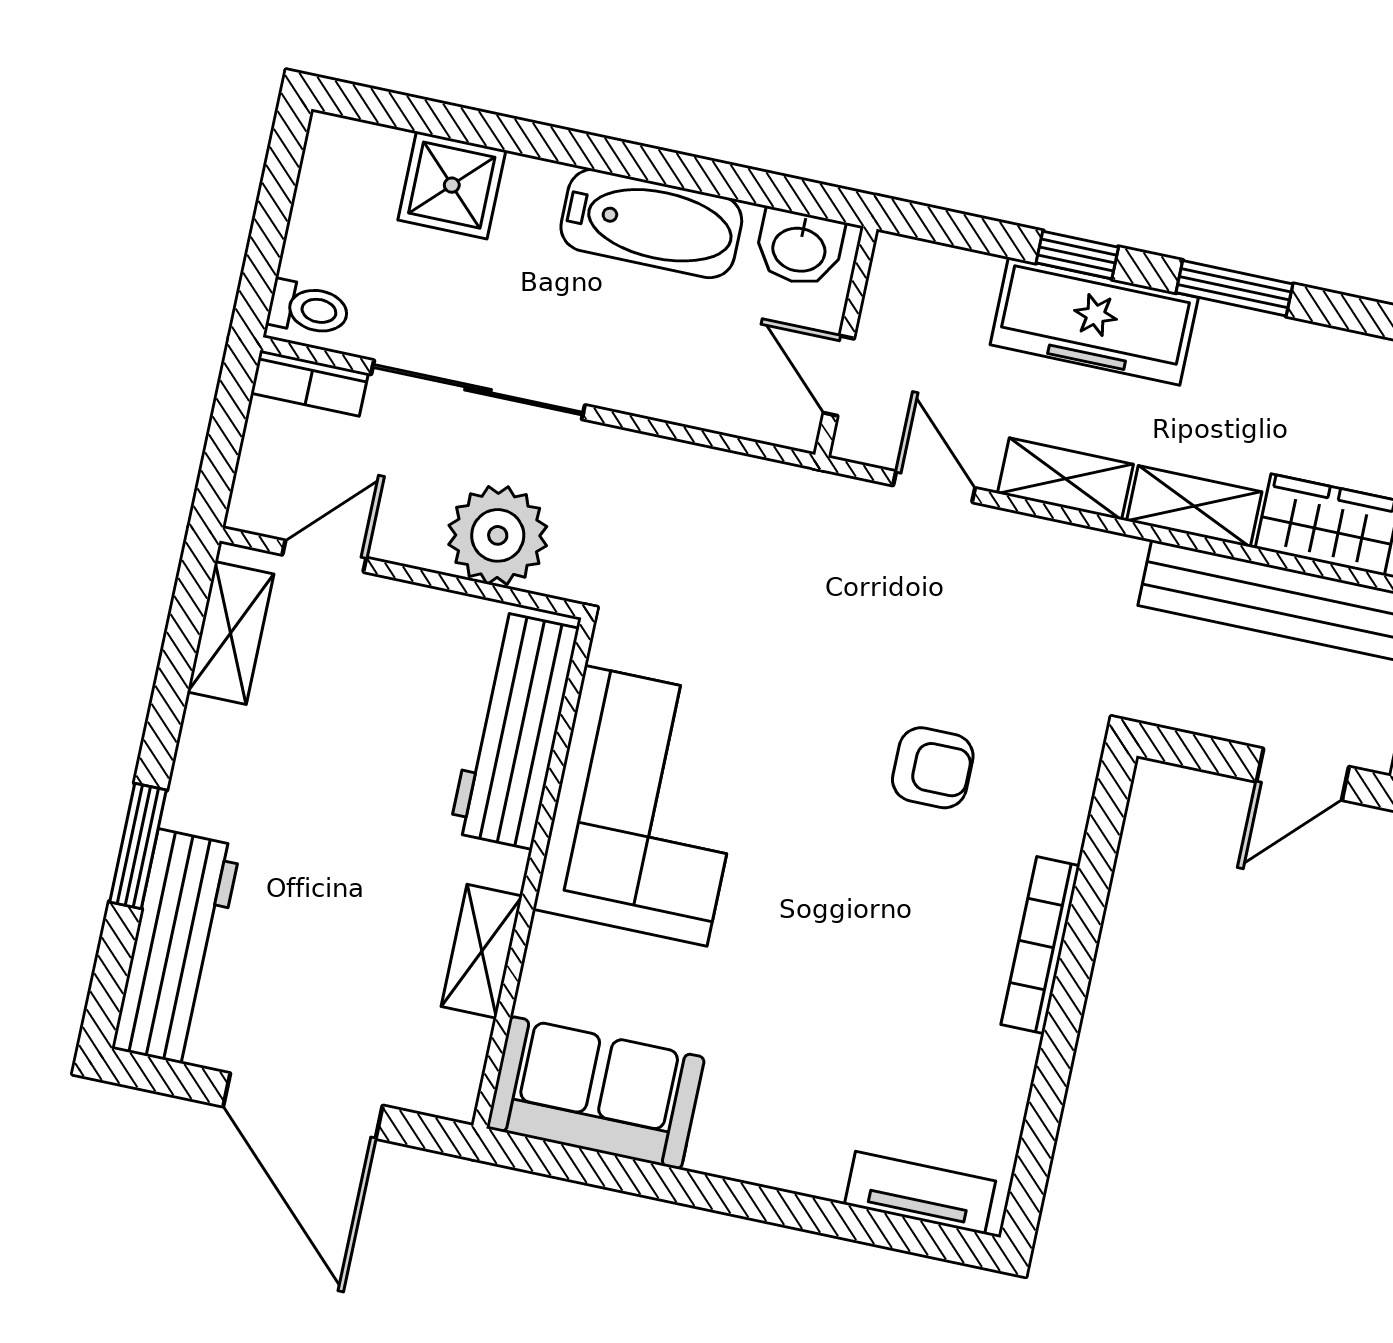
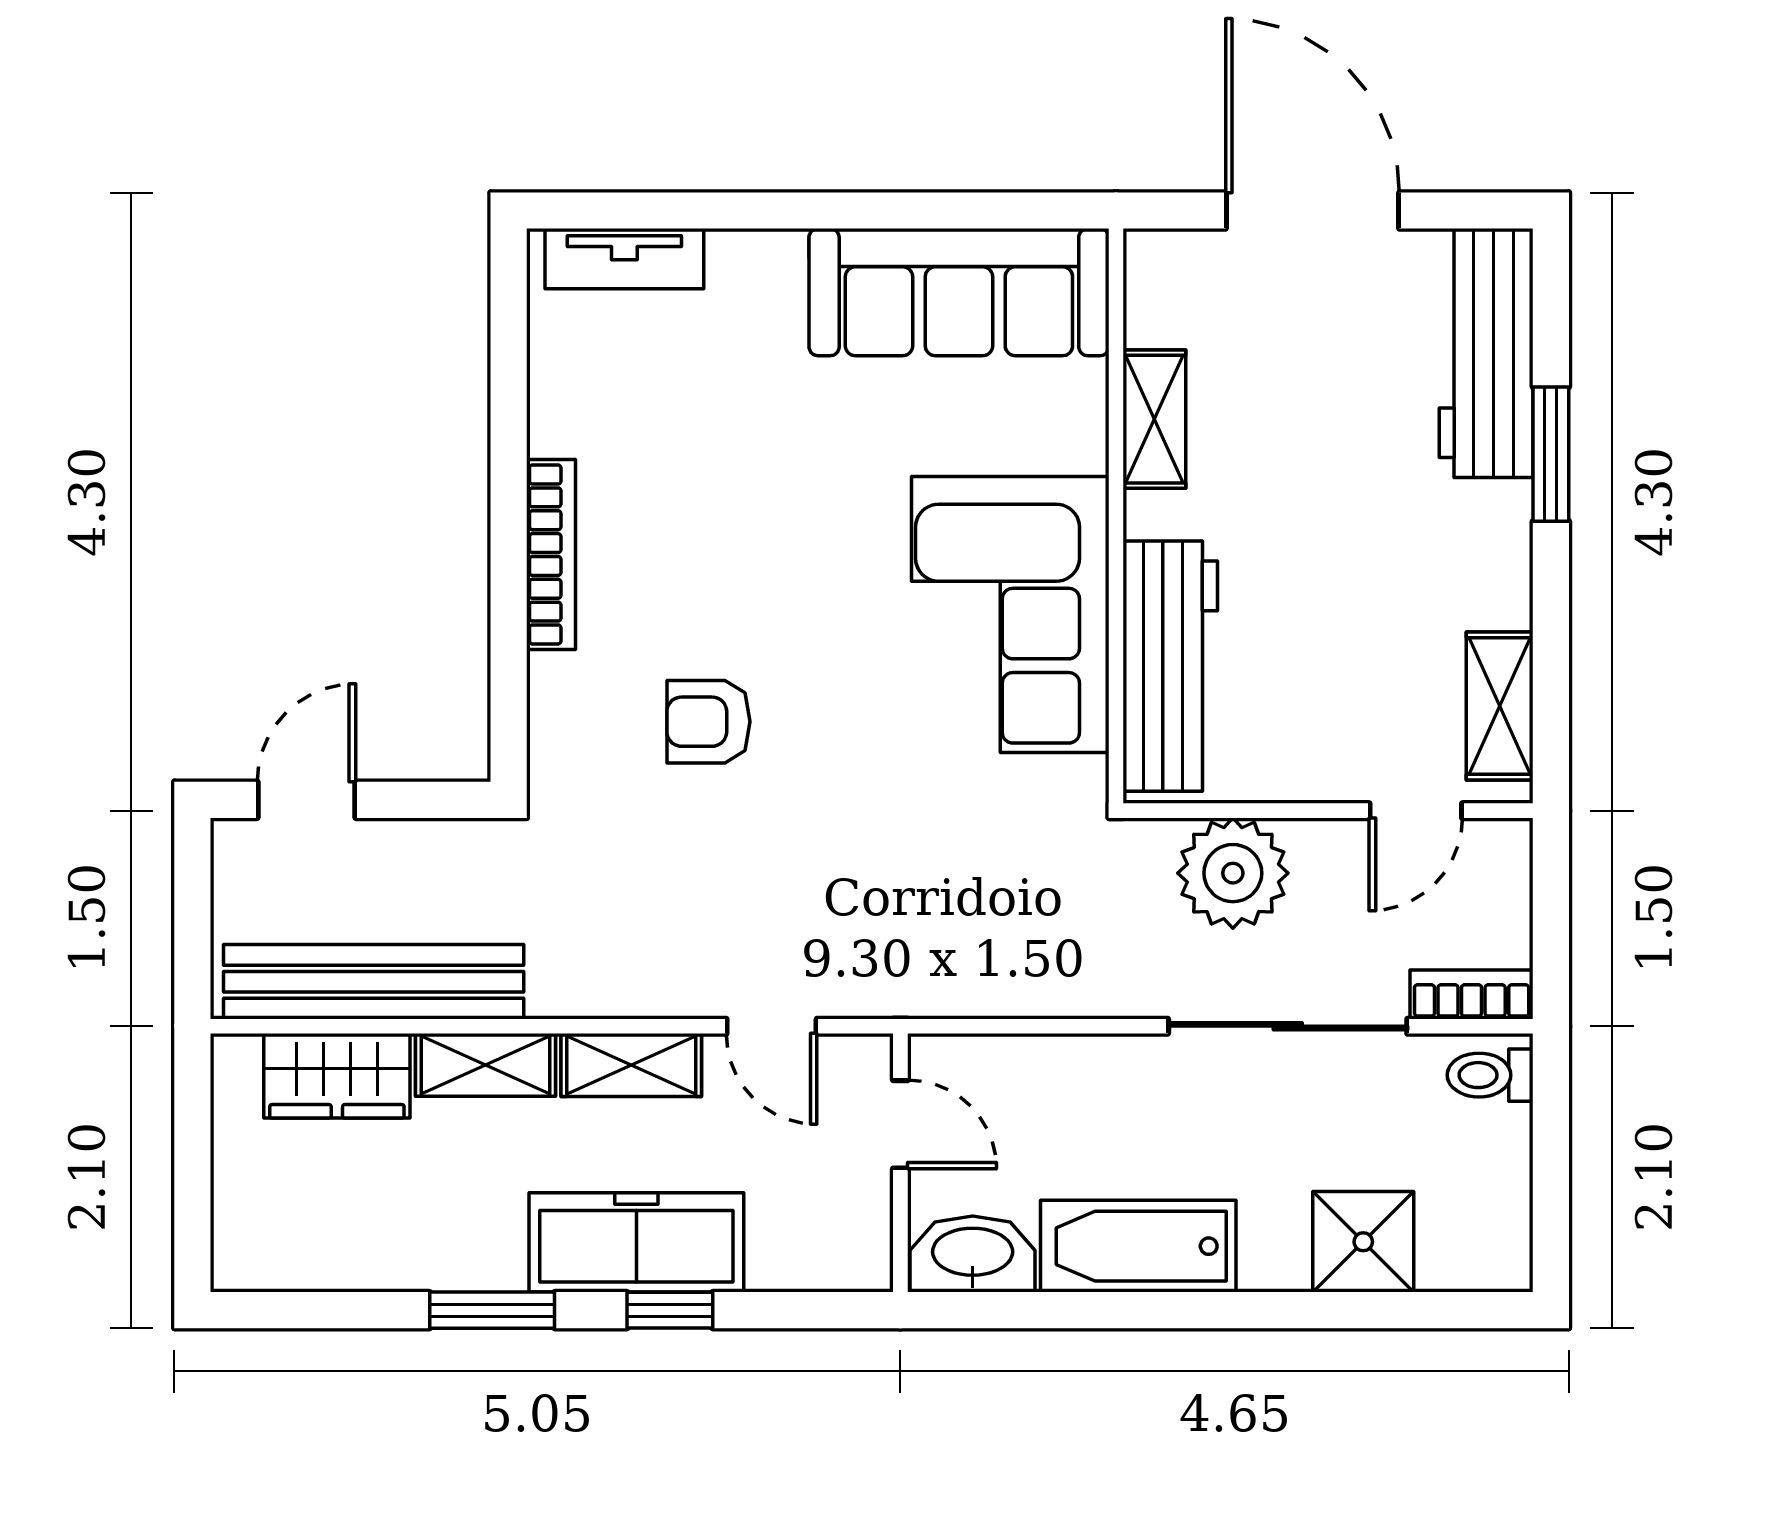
washbasin: (799, 248) -> (973, 1254), width x1.38
sofa: (596, 1093) -> (959, 292), width x1.36

